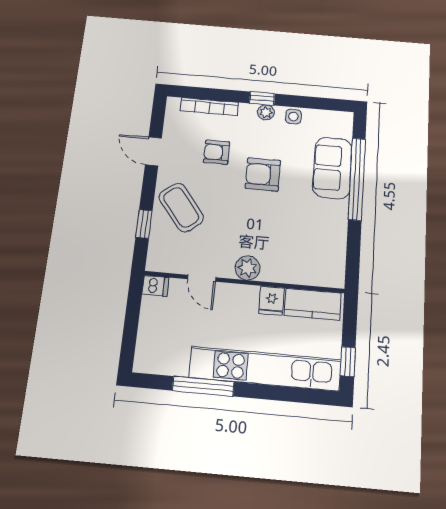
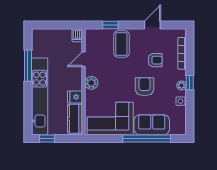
armchair: (217, 152) -> (155, 60), turned 90
coffee table: (181, 207) -> (121, 44), turned -52
corner sofa: (317, 239) -> (110, 119), added

